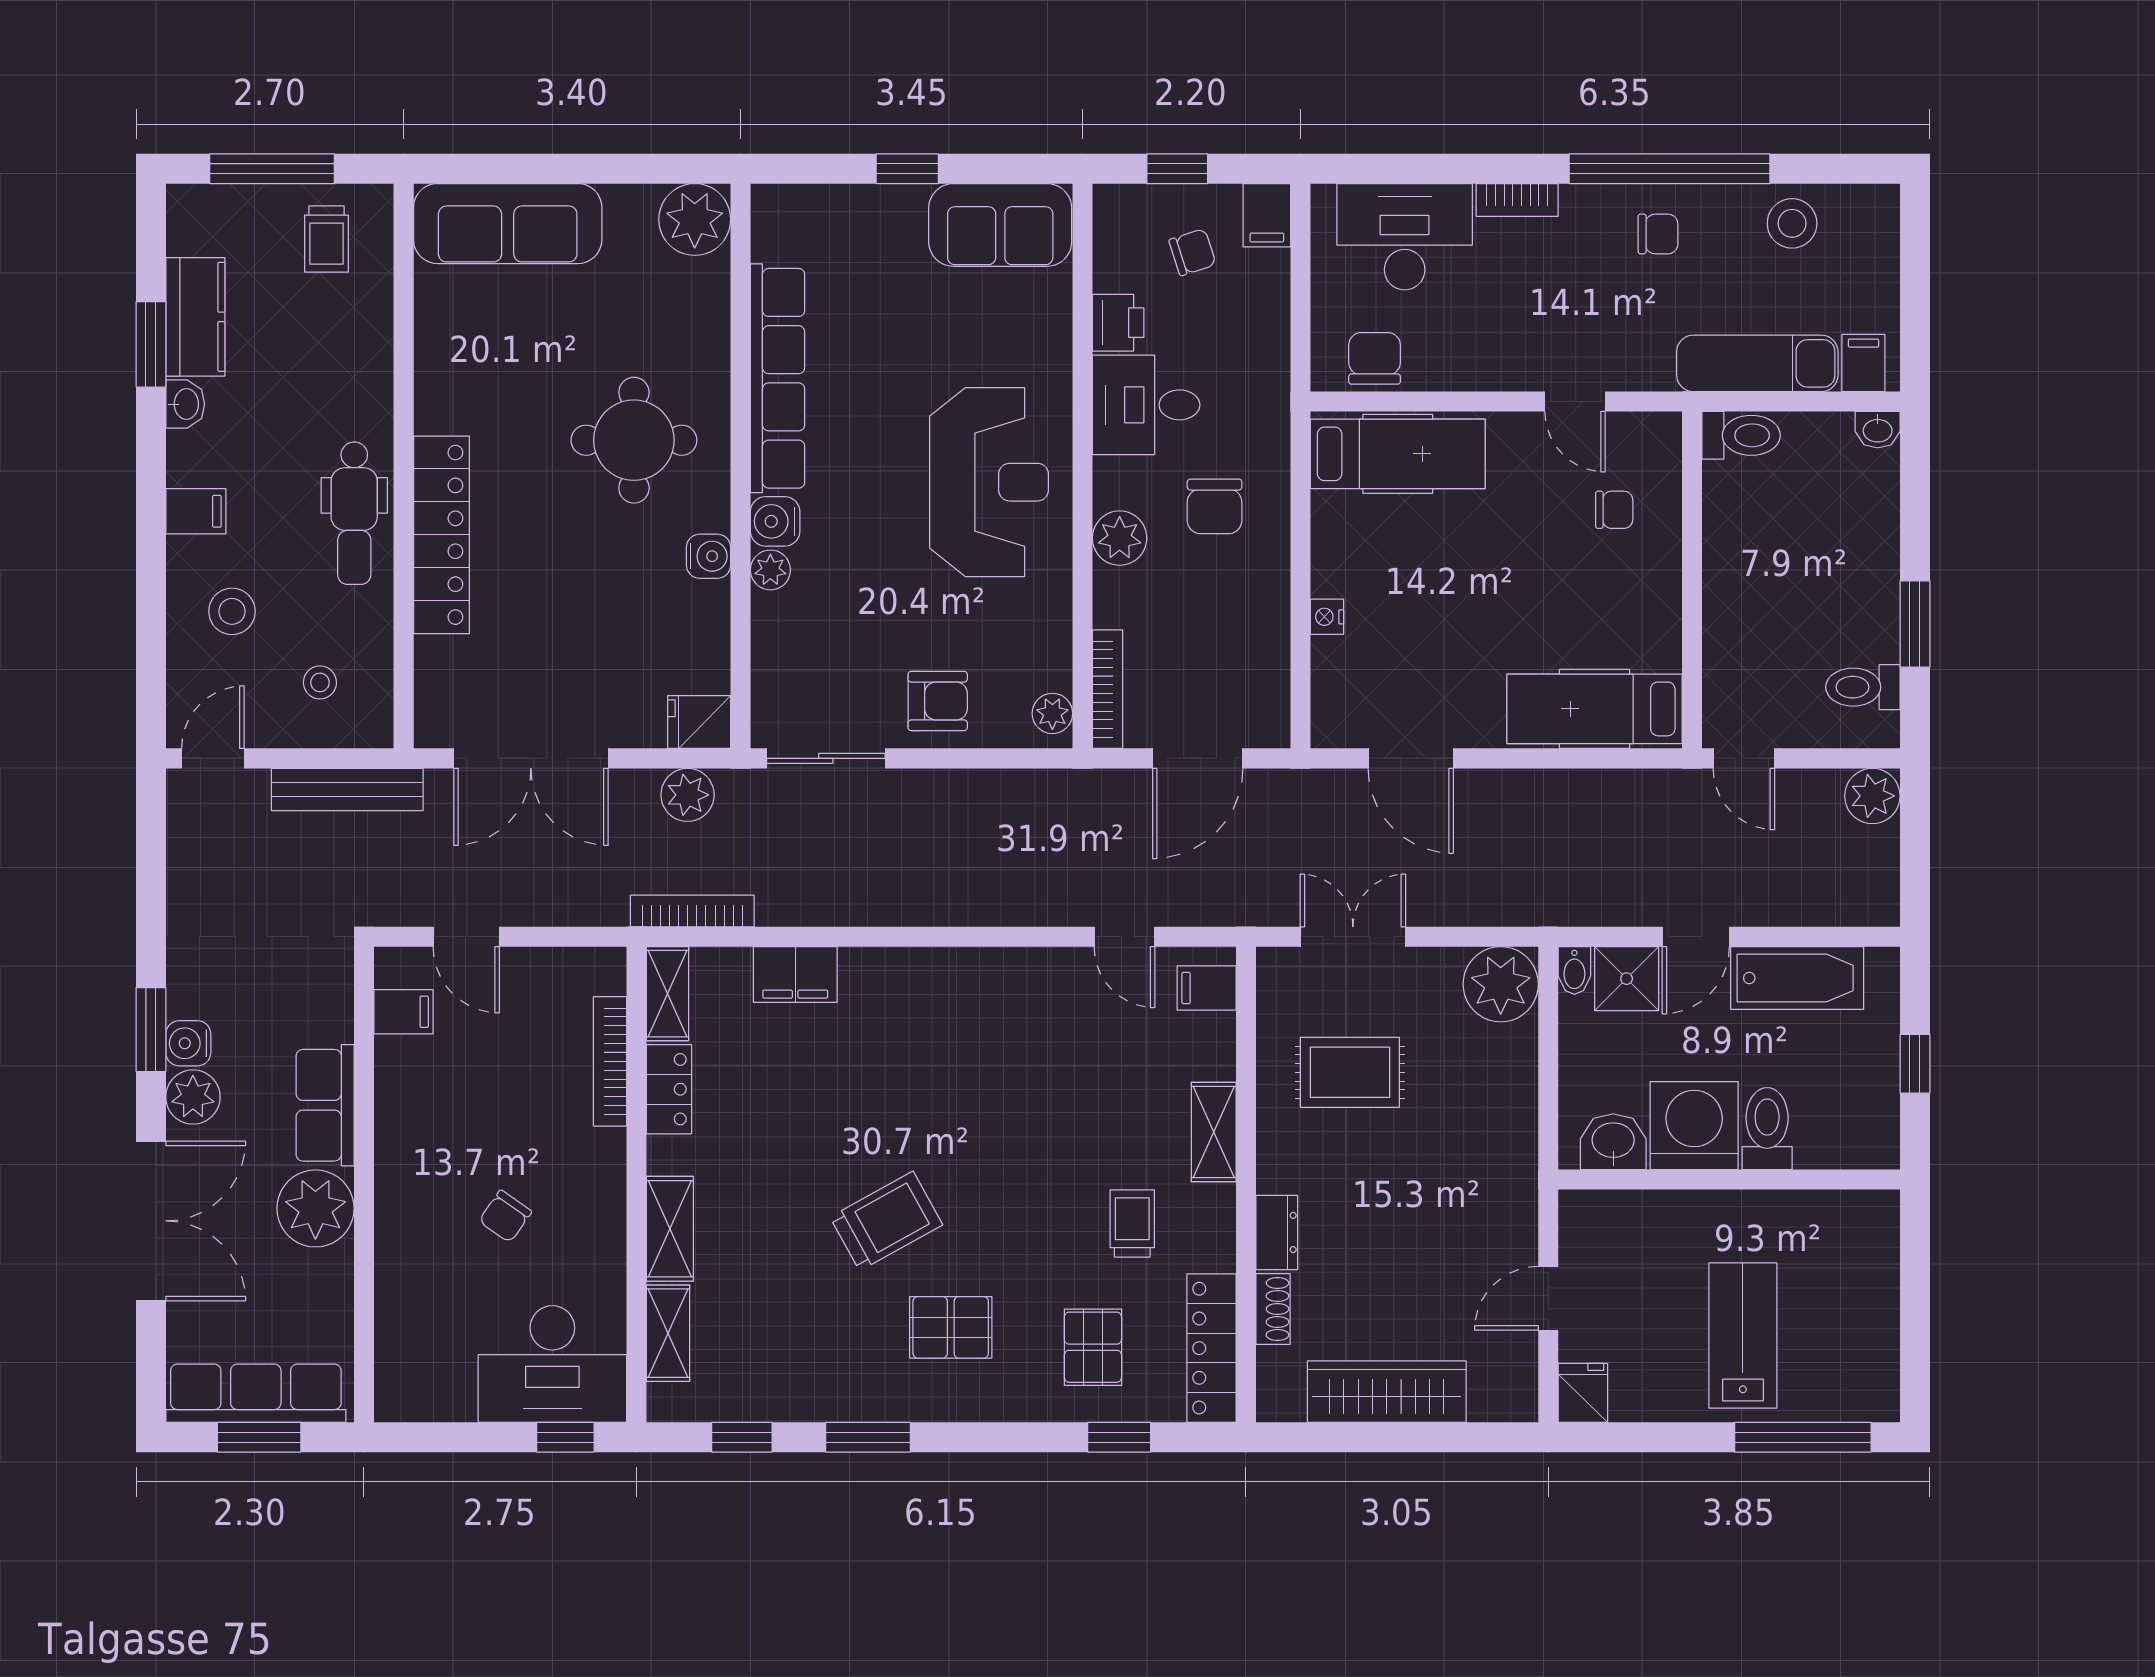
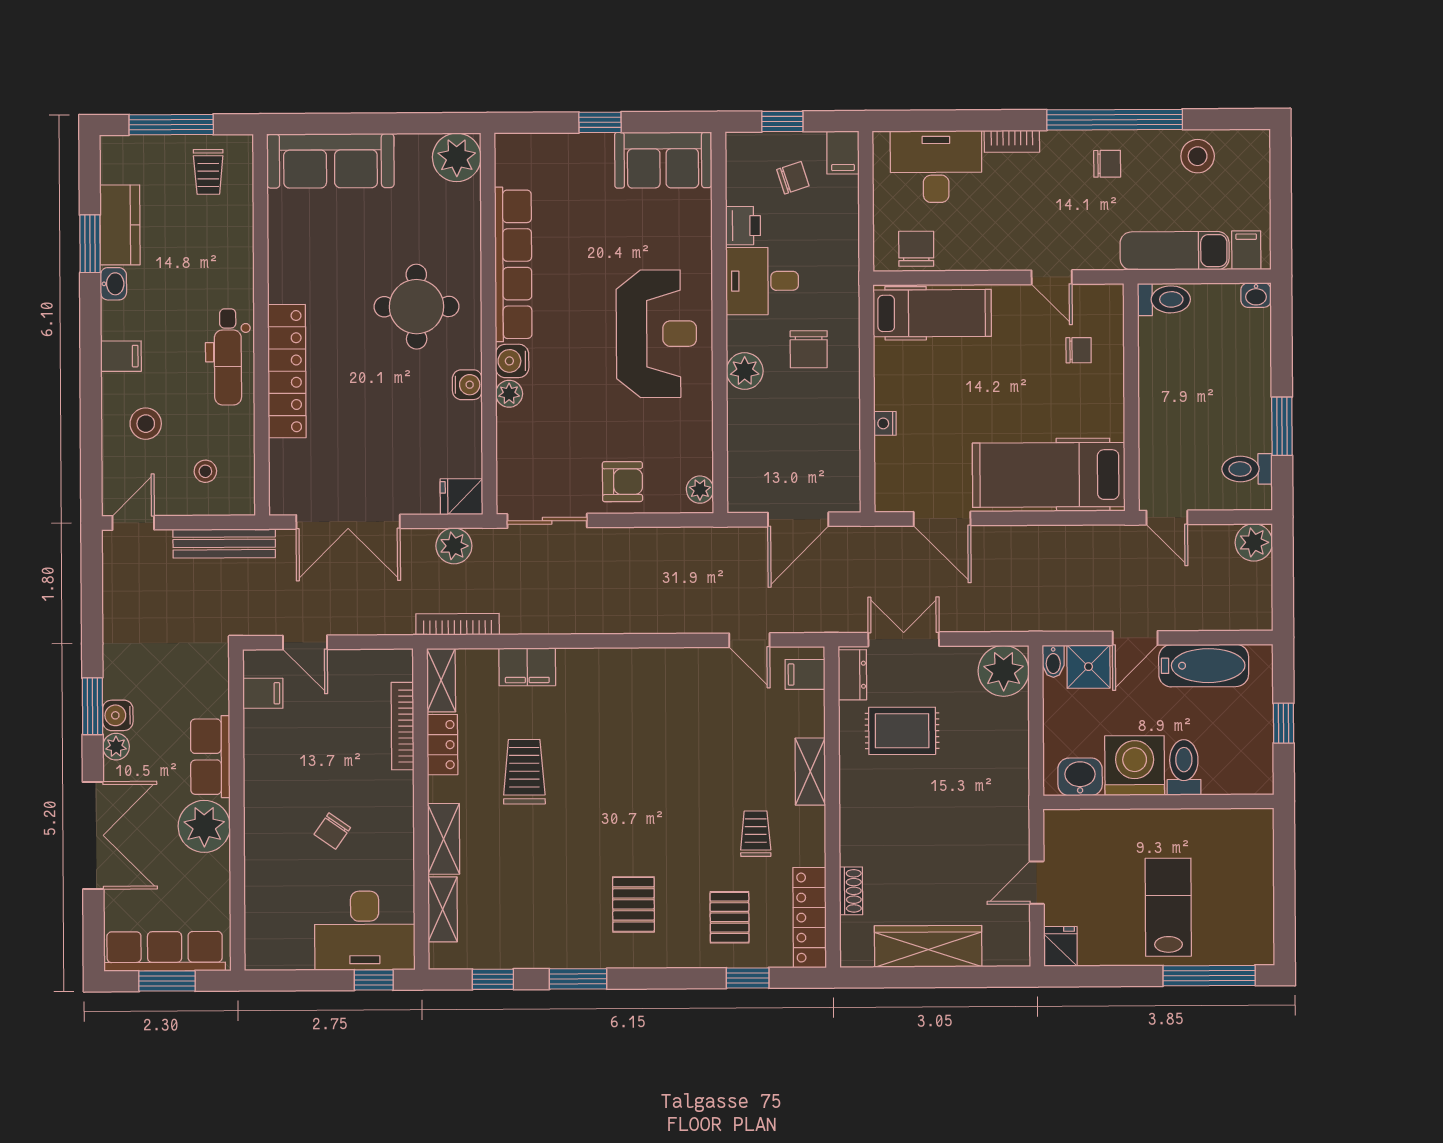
bookcase: (1108, 689) -> (737, 473), removed
hospital bed: (1595, 709) -> (1049, 475), width x1.37, depth x1.29
plant: (193, 1097) -> (116, 747), width x0.73, depth x0.73
trolley: (886, 1221) -> (524, 772), moved, turned -61
dresser: (1277, 1233) -> (852, 675), moved
pallet: (951, 1327) -> (633, 904), turned 90

